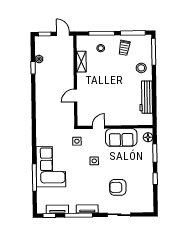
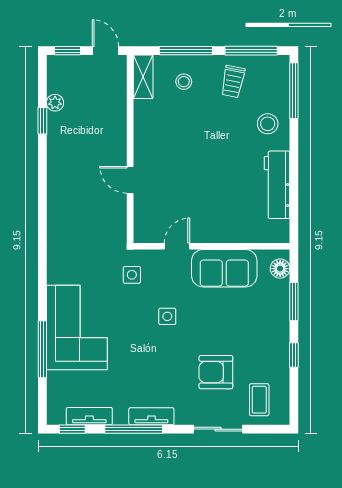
shelving: (81, 62) -> (143, 77), moved
door: (76, 96) -> (130, 180), hinge flipped
coffee table: (139, 200) -> (259, 400), added

